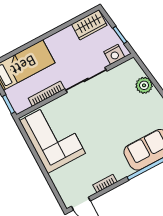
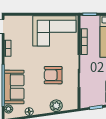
nightstand: (114, 54) -> (86, 97), removed
armchair: (108, 109) -> (53, 75), added

